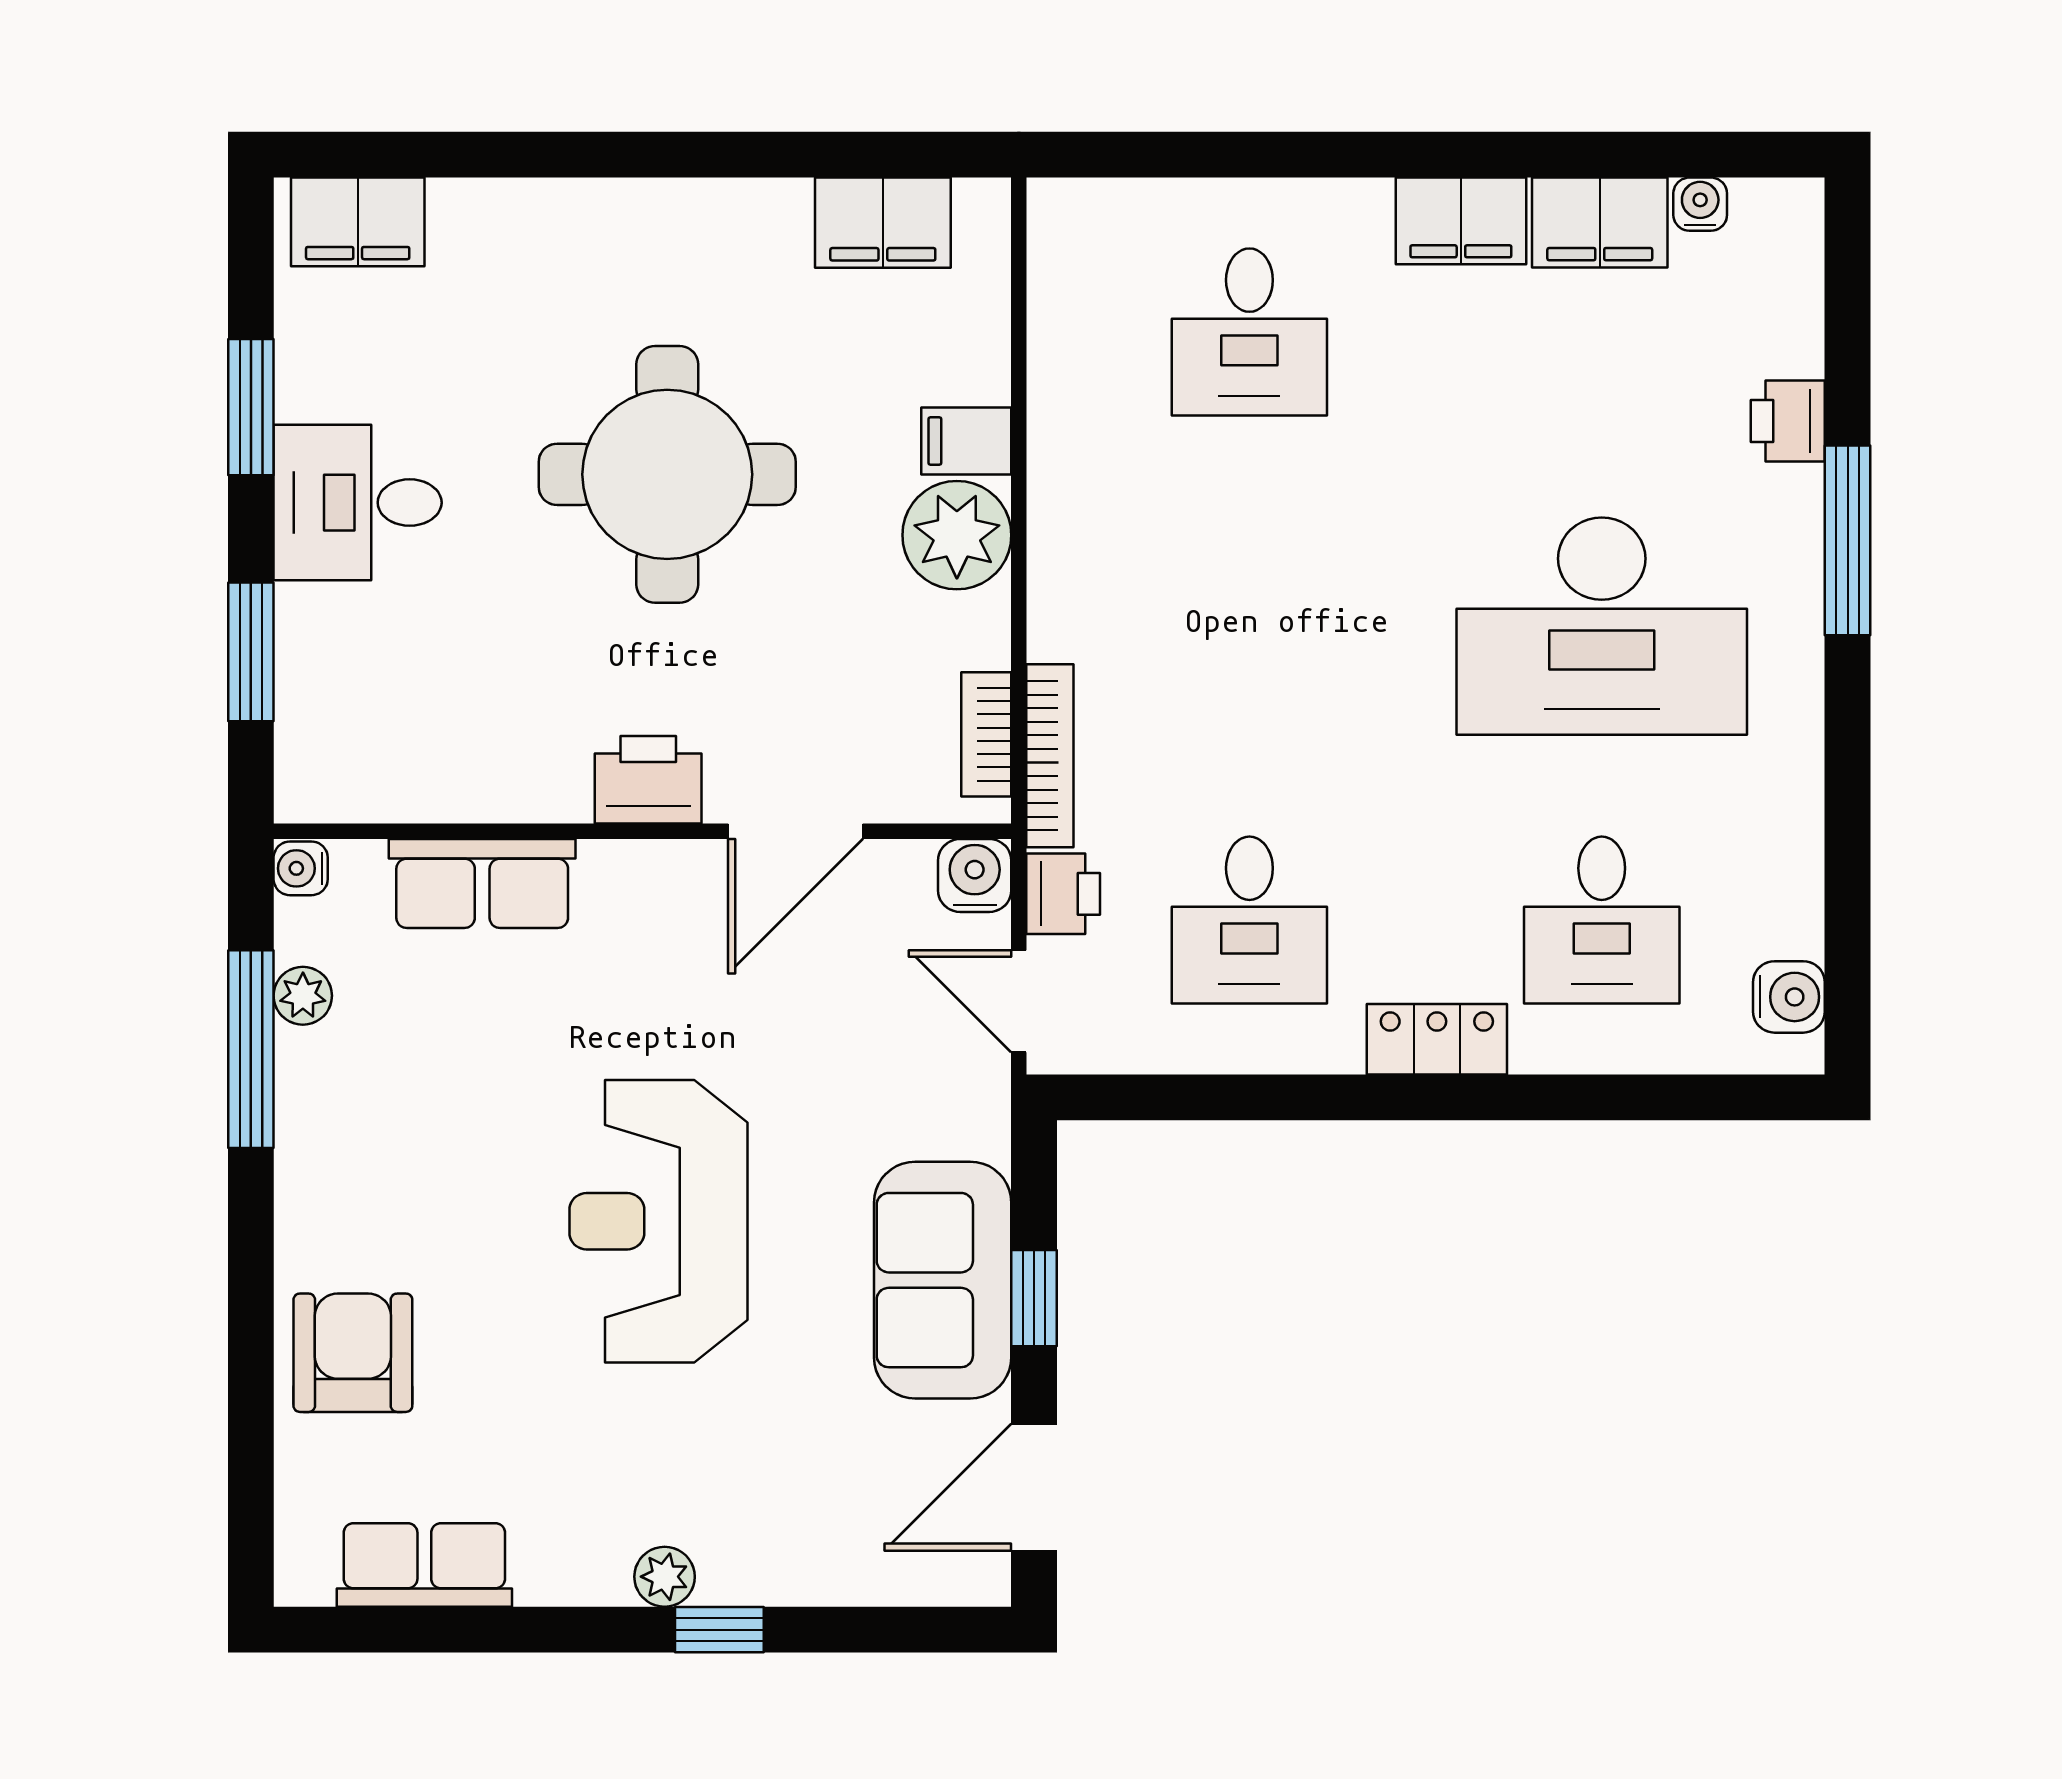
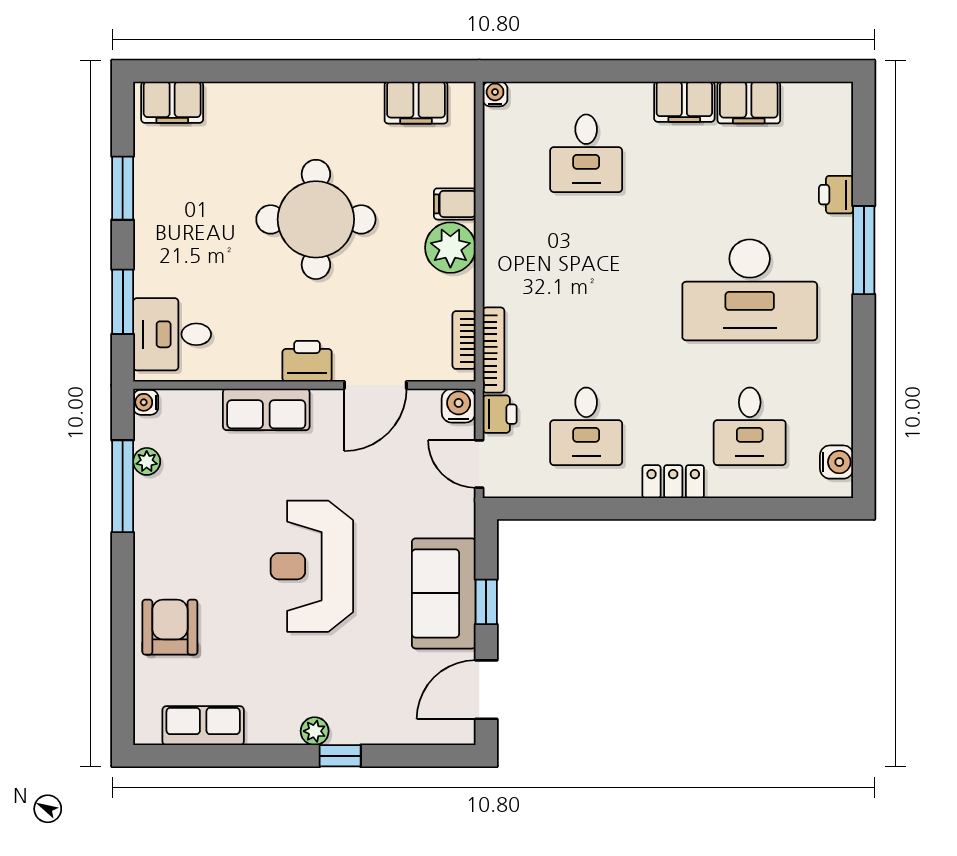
water cooler: (1700, 204) -> (495, 94), moved
desk: (358, 503) -> (172, 334), moved
row of seats: (482, 884) -> (266, 409), moved

